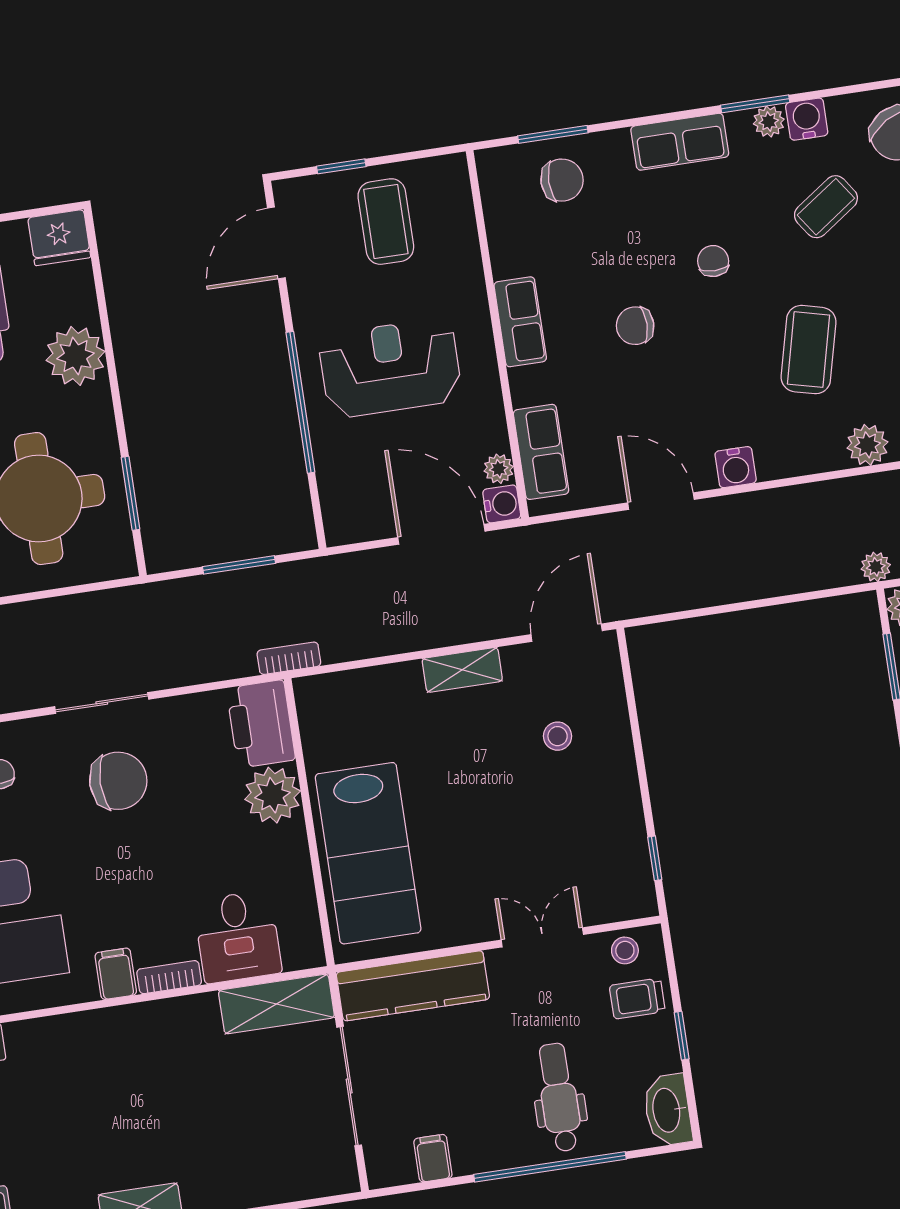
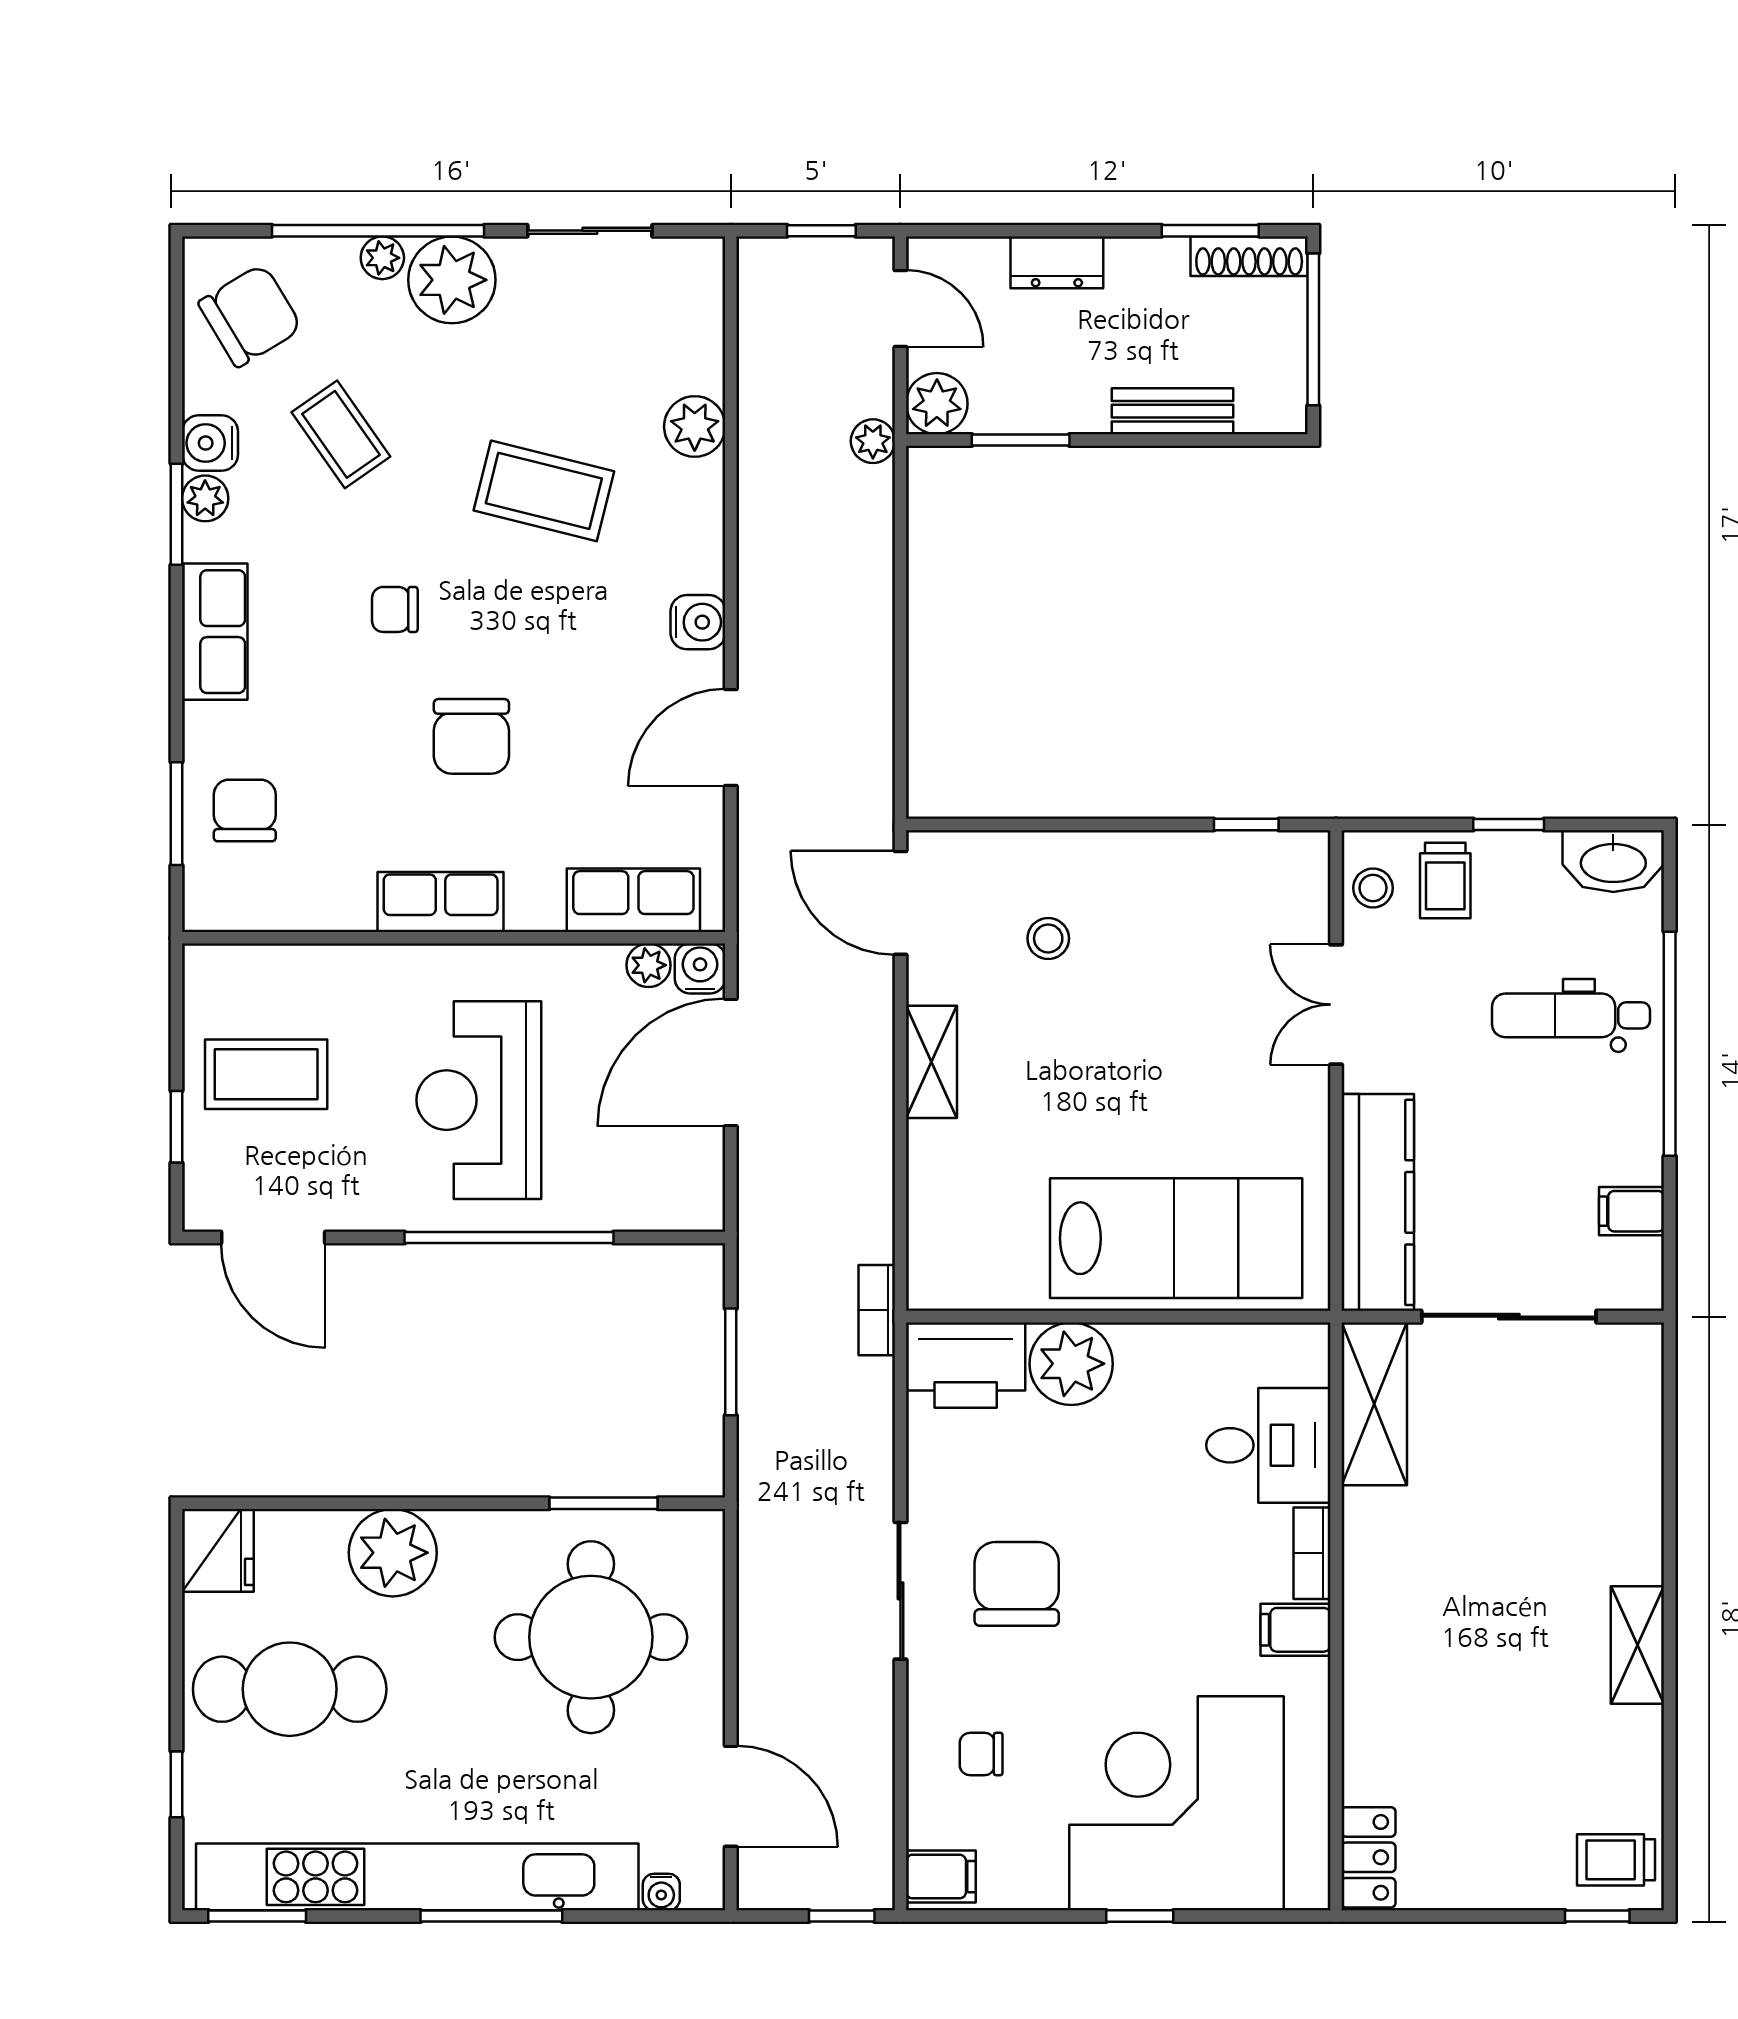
chair: (635, 326) -> (471, 736), width x1.37, depth x1.37

